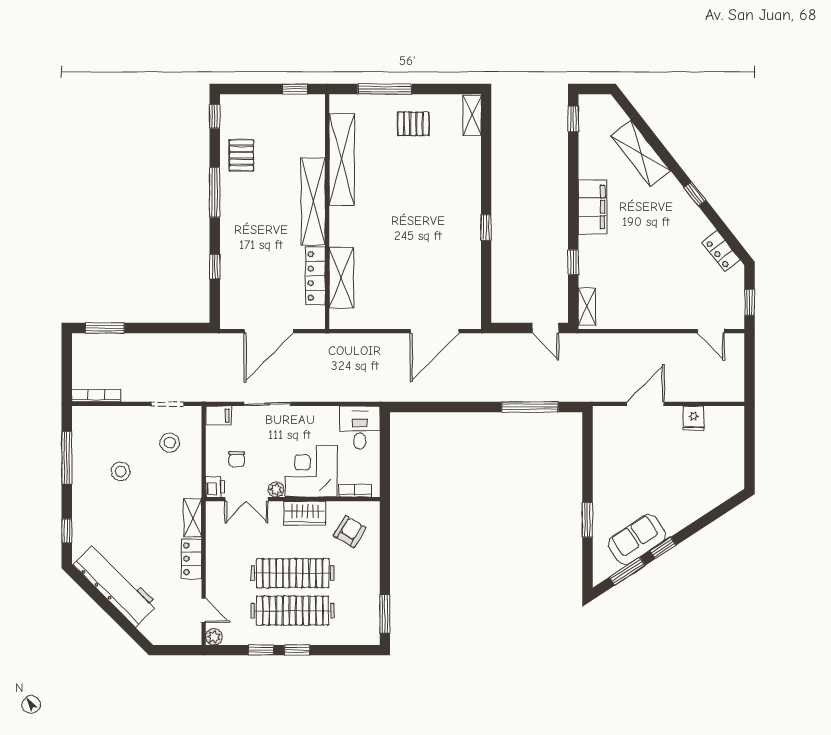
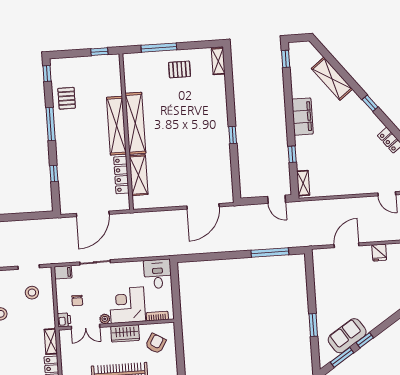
shelving: (342, 159) -> (135, 123), moved

